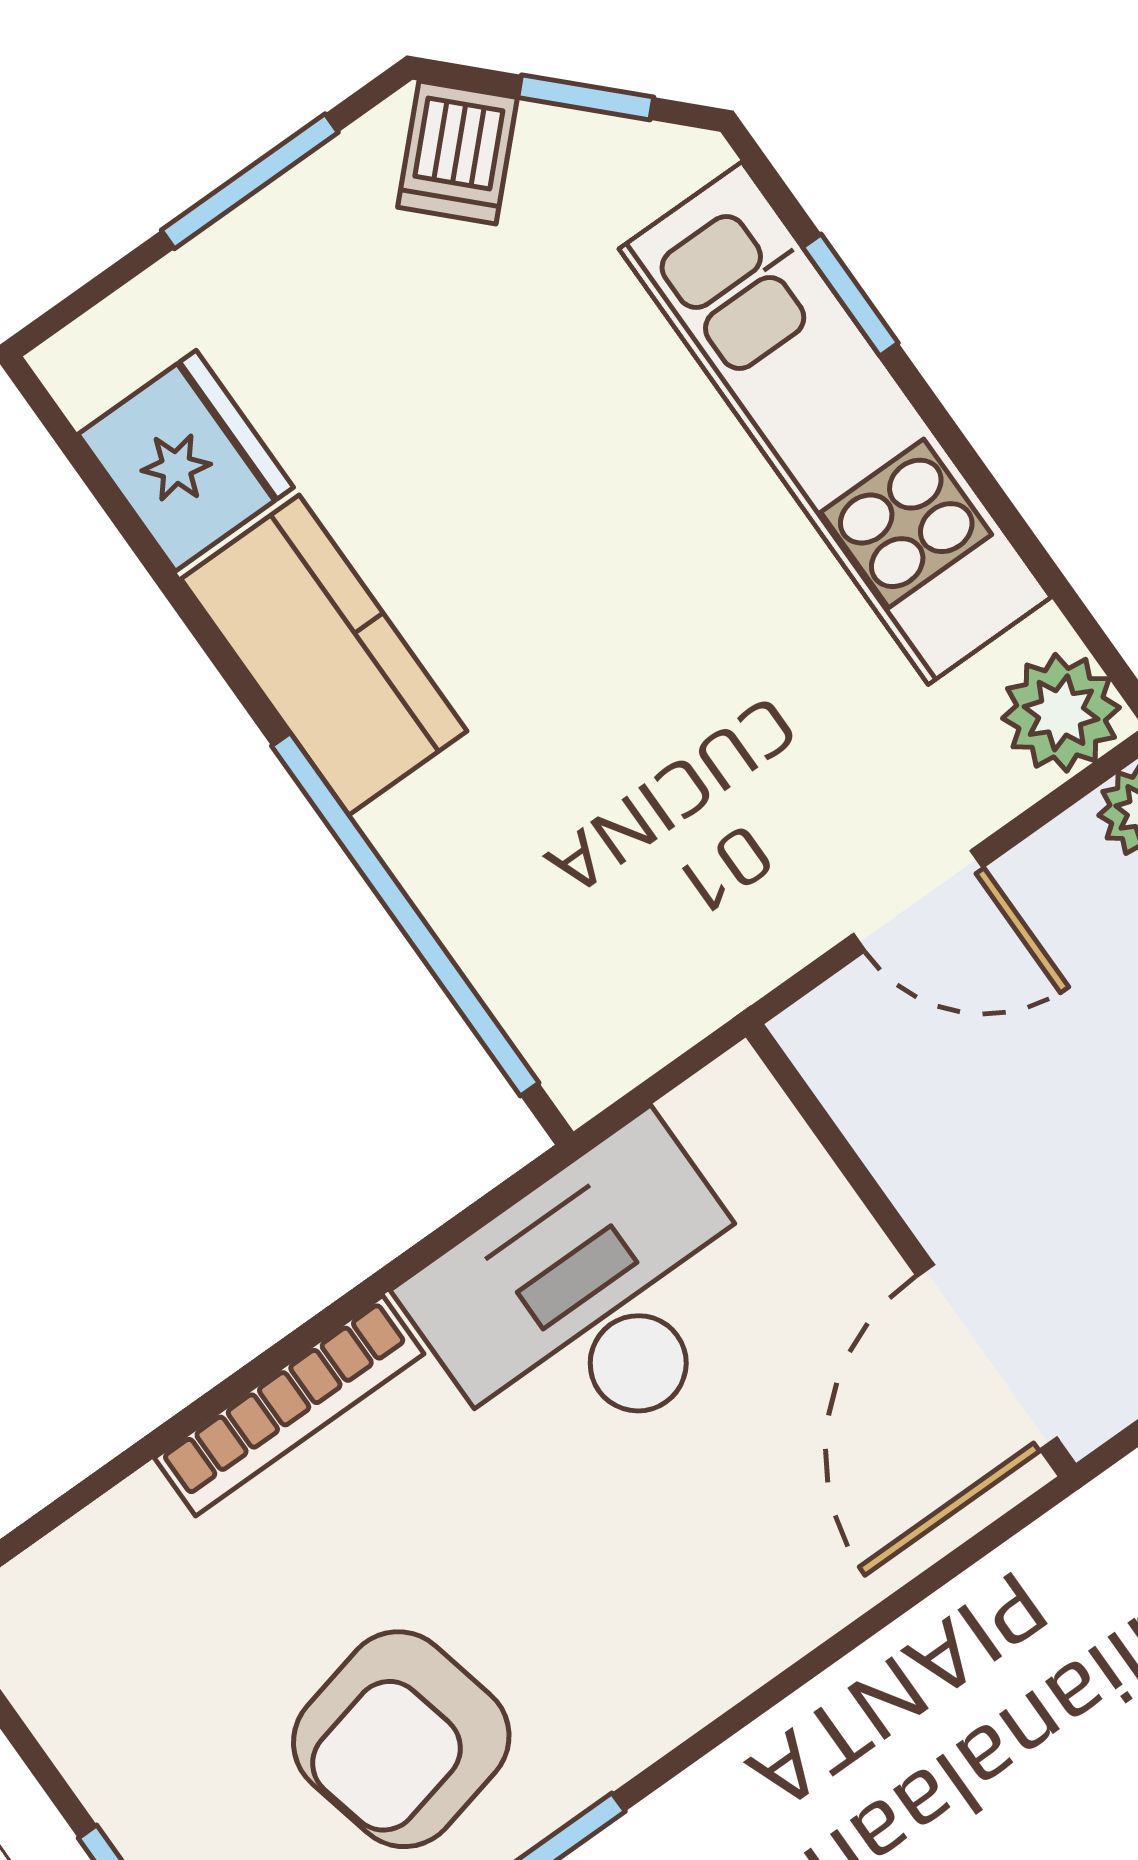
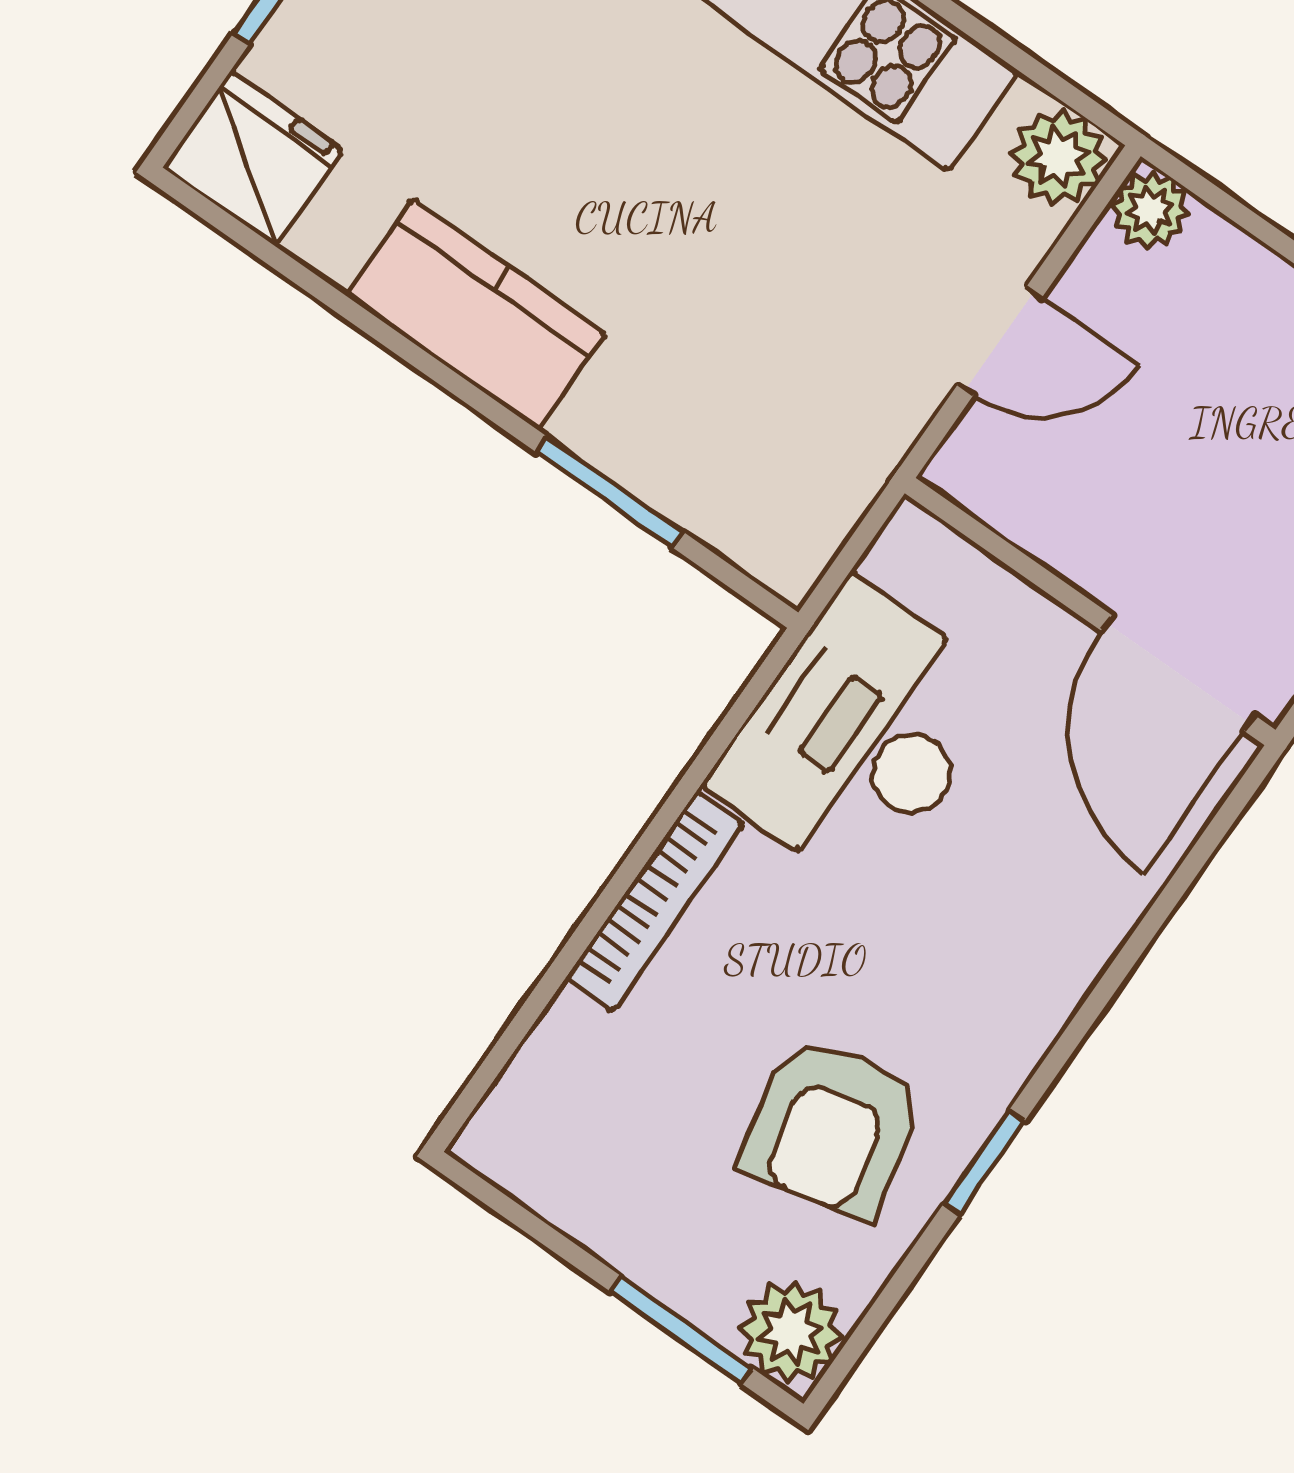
fridge: (186, 461) -> (253, 158), moved
window: (405, 914) -> (609, 492), width x0.47

